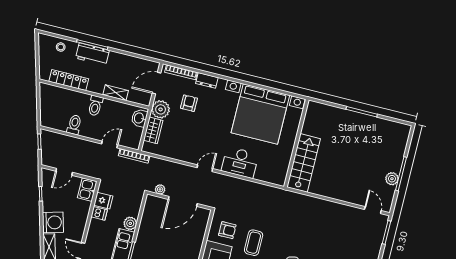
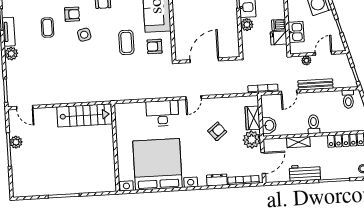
workbench: (92, 54) -> (305, 173), moved
armchair: (189, 103) -> (217, 131), moved, turned -129
toilet: (74, 125) -> (348, 99), moved
bench: (81, 144) -> (315, 85), added
stairs: (304, 163) -> (84, 115), moved, turned -90
plant: (160, 189) -> (306, 60), moved
kitchen sink: (87, 190) -> (296, 32), moved

